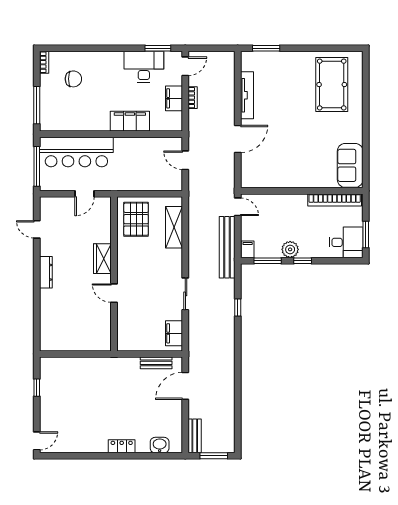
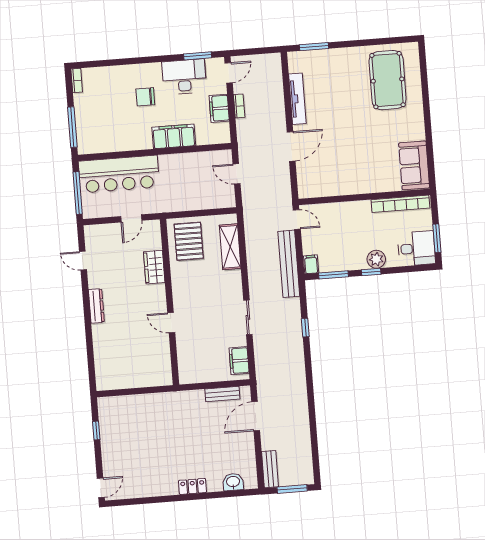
chair: (73, 79) -> (145, 97), moved, turned 180
plant: (290, 249) -> (376, 259), moved
wardrobe: (102, 259) -> (154, 267), moved

